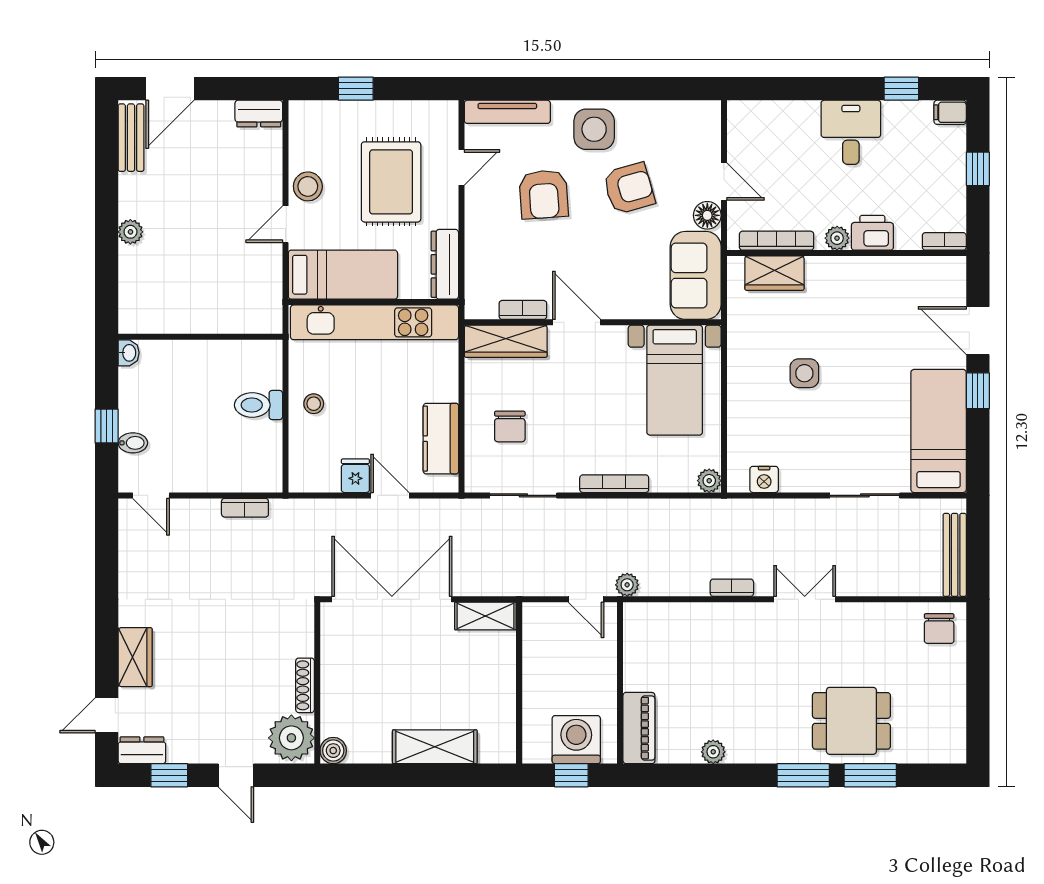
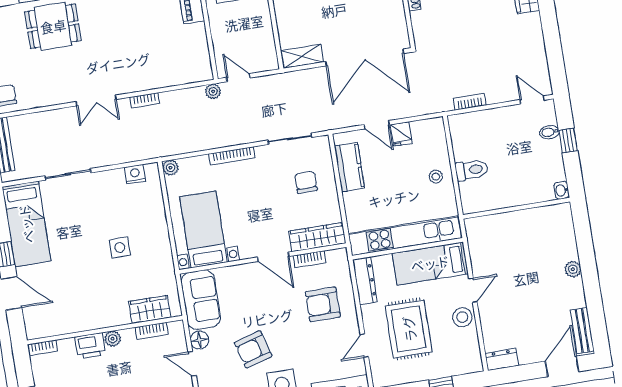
armchair: (544, 194) -> (323, 304), moved, turned -86
bookcase: (777, 241) -> (152, 331), width x0.64

